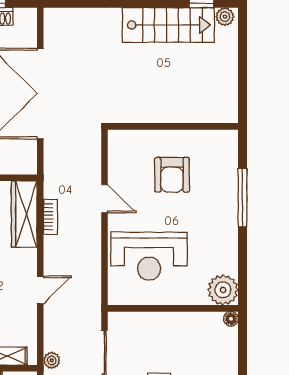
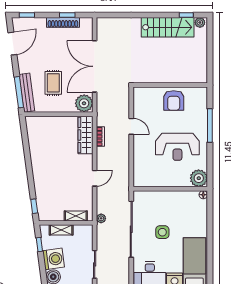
plant: (22, 158) -> (84, 103), added
armchair: (172, 175) -> (174, 100), moved
reception desk: (149, 256) -> (177, 147), moved

